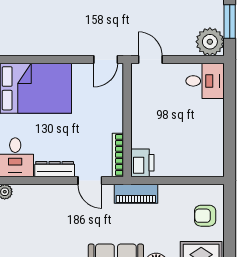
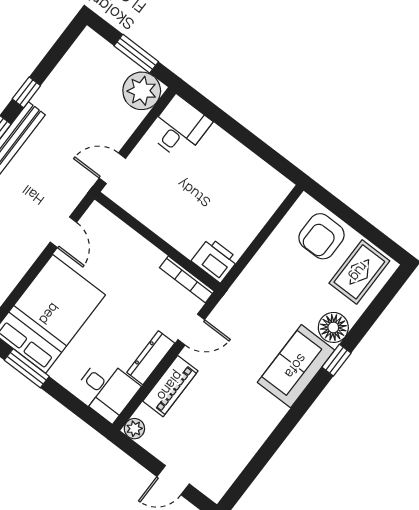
door: (106, 60) -> (63, 232), moved
piano: (136, 194) -> (170, 386), moved
armchair: (205, 216) -> (322, 236), width x1.38, depth x1.38

